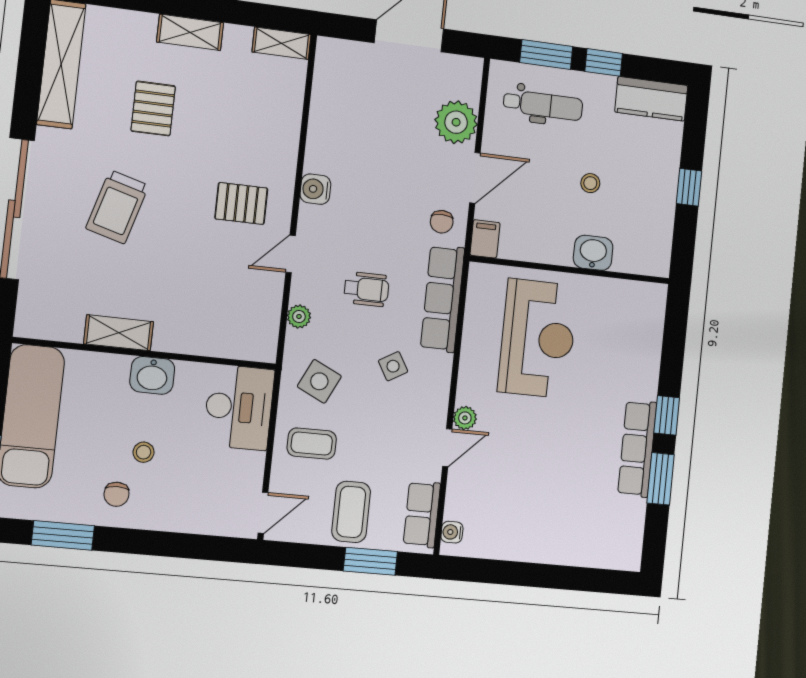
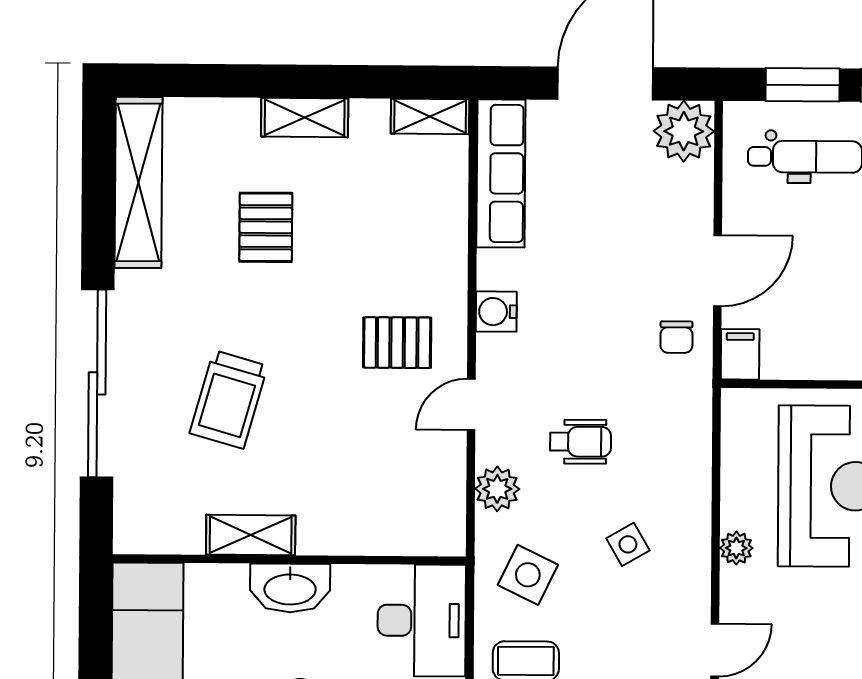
plant: (456, 122) -> (684, 131), moved
trolley: (117, 207) -> (229, 400), moved
row of seats: (443, 299) -> (501, 173), moved, turned 180
plant: (299, 317) -> (497, 489), width x1.38, depth x1.38
washbasin: (152, 375) -> (290, 588), width x1.38
plant: (465, 418) -> (736, 548), moved

